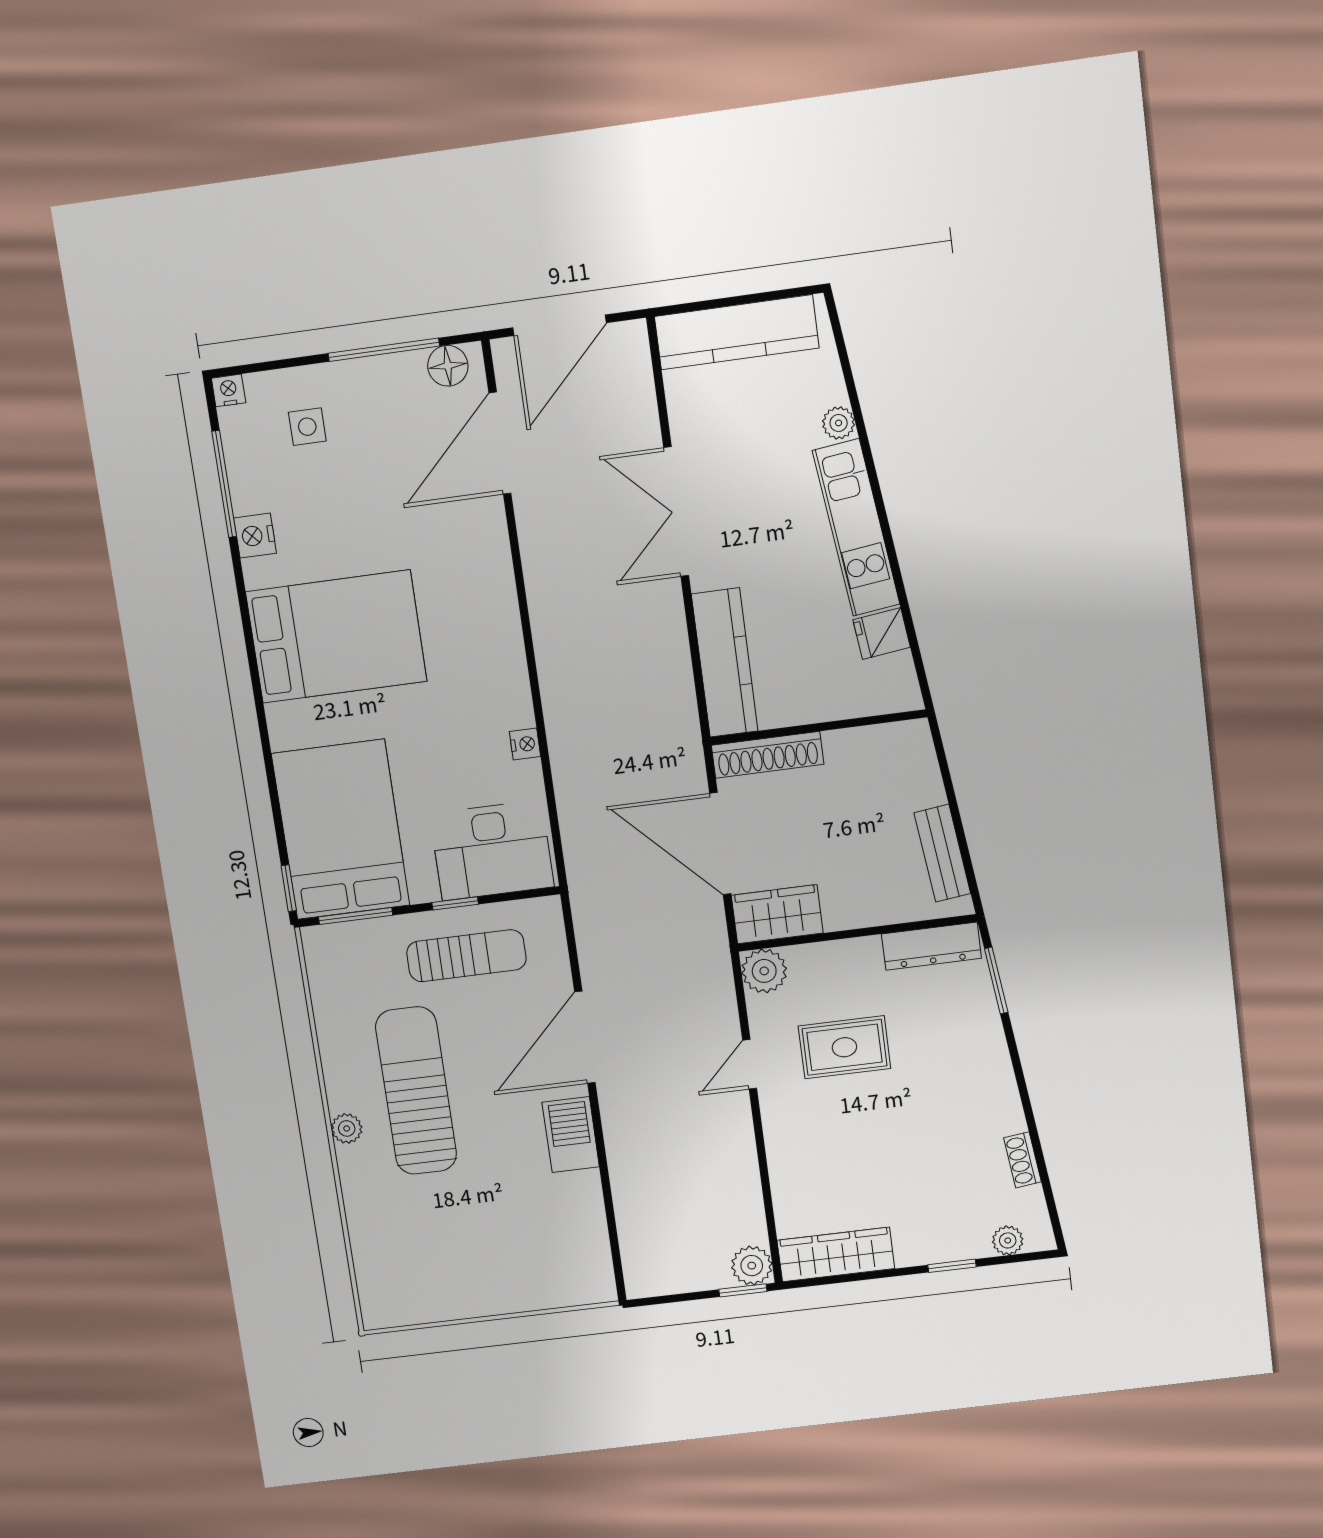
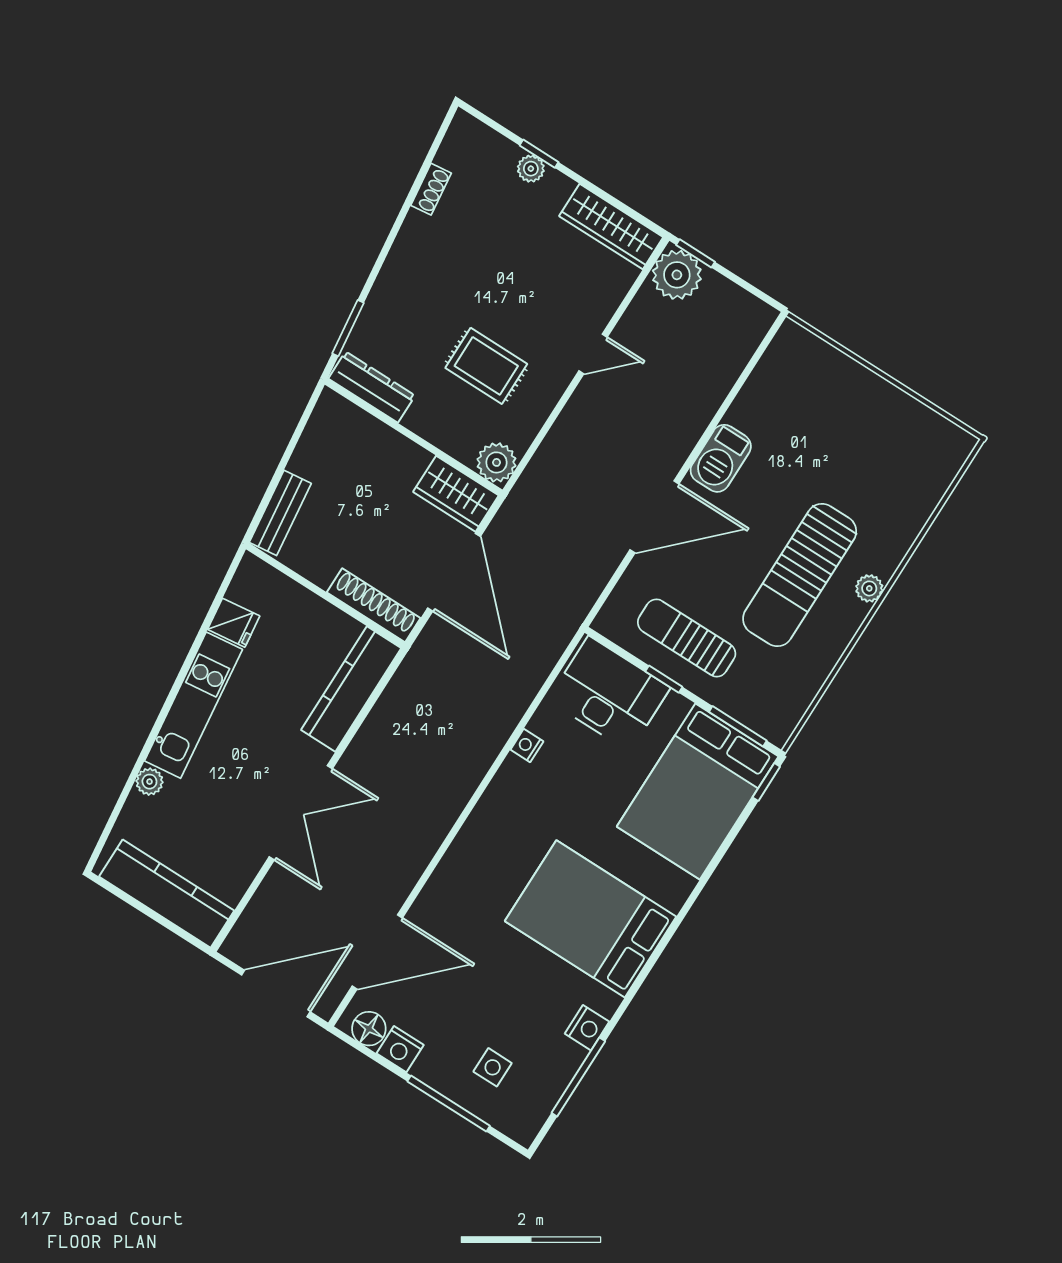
window: (384, 350) -> (449, 1104), moved
nightstand: (229, 390) -> (400, 1049), moved, width x1.39, depth x1.35
bench: (942, 853) -> (280, 513), moved
door: (750, 1064) -> (593, 354), moved
plant: (1008, 1240) -> (531, 169), moved
plant: (752, 1266) -> (677, 275), width x1.36, depth x1.36

